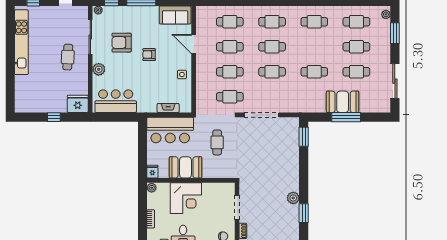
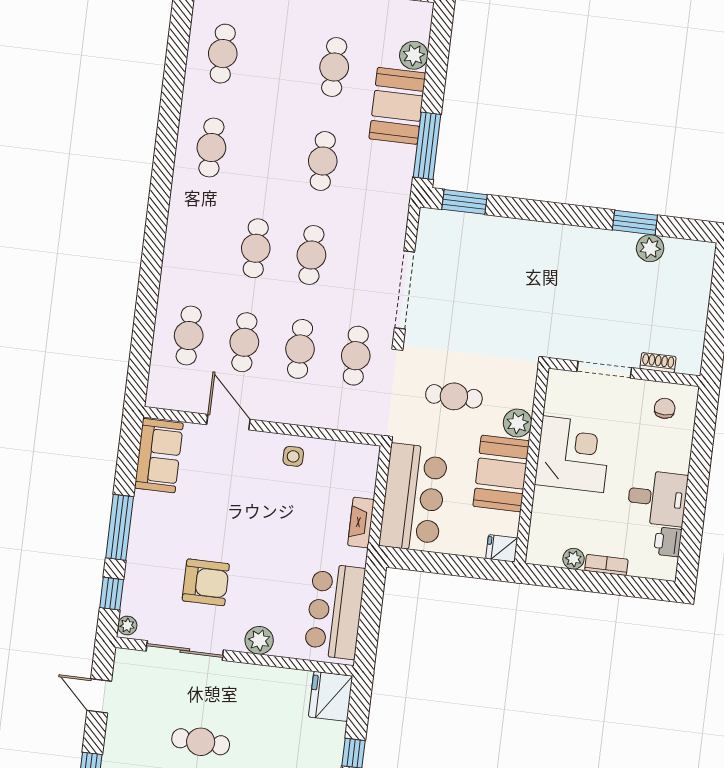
cafe table: (272, 22) -> (200, 241), removed
armchair: (122, 43) -> (206, 582), turned -90
door: (194, 44) -> (228, 422), swing flipped
cafe table: (356, 47) -> (278, 60), removed
armchair: (149, 55) -> (240, 524), removed
cafe table: (68, 57) -> (201, 742), moved
plant: (366, 106) -> (414, 55), added
fireplace: (168, 108) -> (361, 522), moved
window: (346, 117) -> (427, 146), moved
plant: (209, 172) -> (517, 423), added
plant: (152, 188) -> (573, 559), moved
corner desk: (186, 198) -> (573, 454), moved
plant: (293, 198) -> (650, 248), moved

